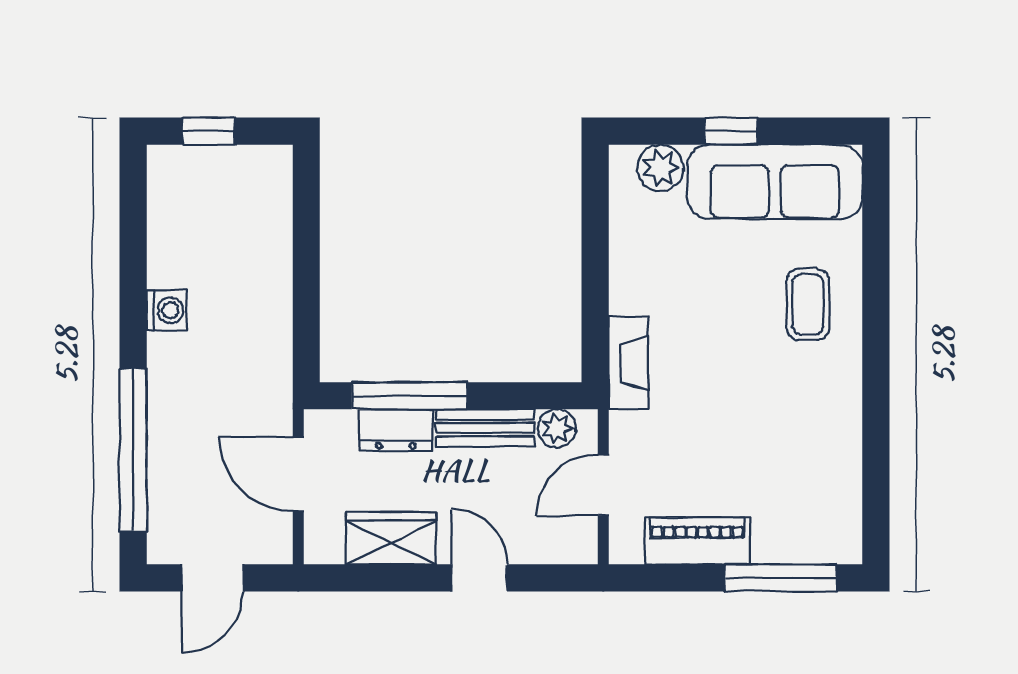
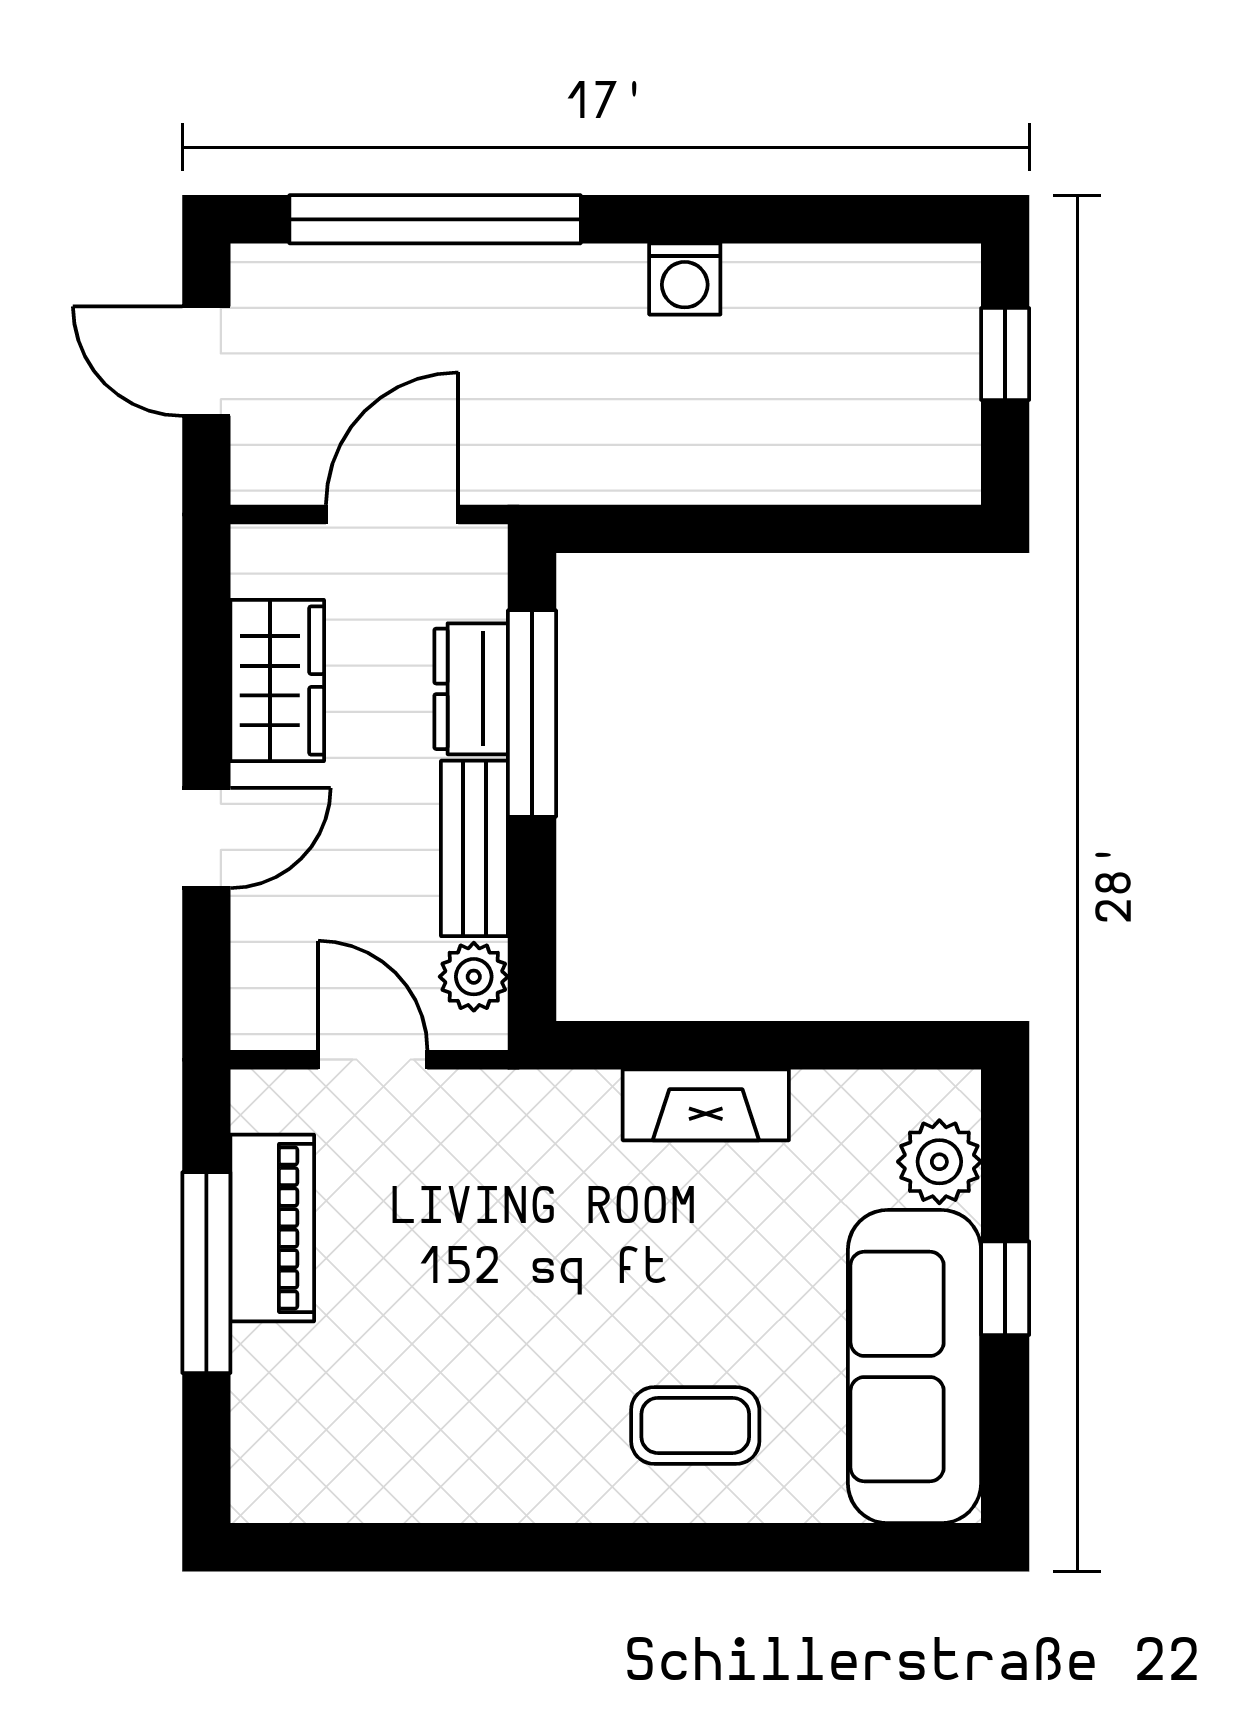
fireplace: (628, 363) -> (706, 1105), moved
window: (780, 578) -> (206, 1273), moved

